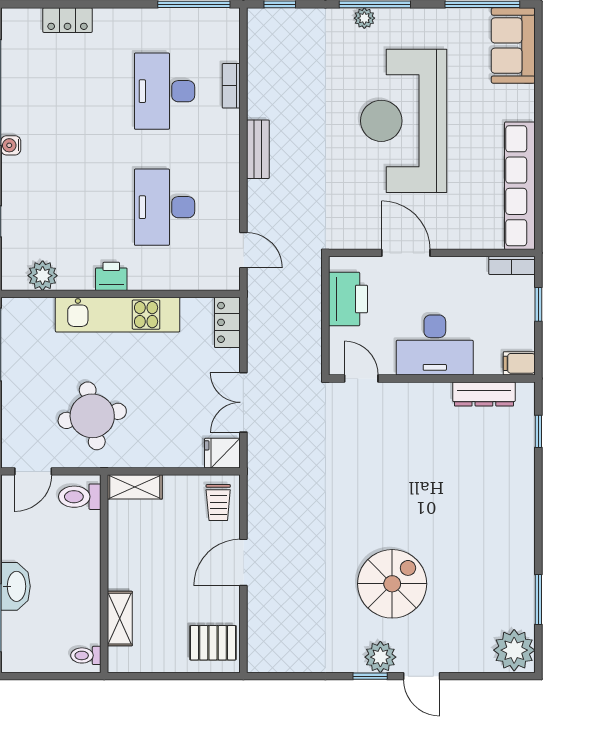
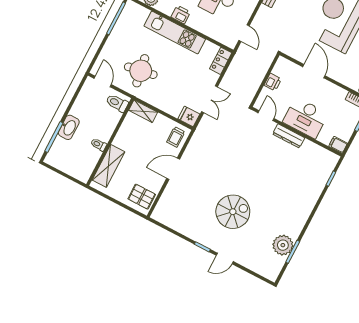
printer: (348, 299) -> (273, 82), width x0.53, depth x0.68
dresser: (484, 394) -> (289, 136), moved
double door: (243, 402) -> (209, 99), swing flipped
door: (33, 471) -> (103, 81), swing flipped
shelving: (120, 619) -> (109, 166), width x1.50, depth x1.33
plant: (514, 650) -> (283, 245), moved
toilet: (86, 655) -> (99, 145), moved
plant: (380, 657) -> (211, 241), removed
door: (422, 676) -> (225, 258), hinge flipped

